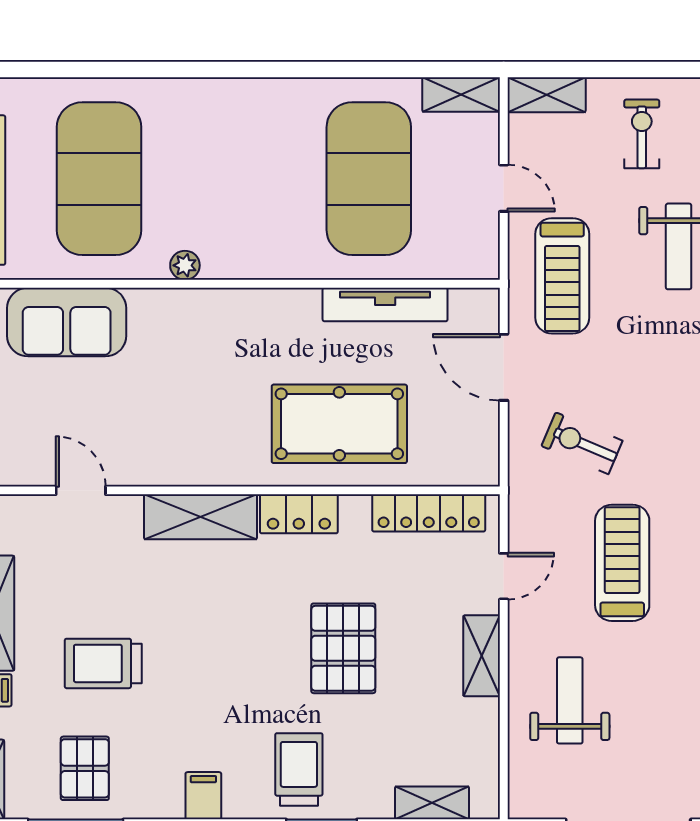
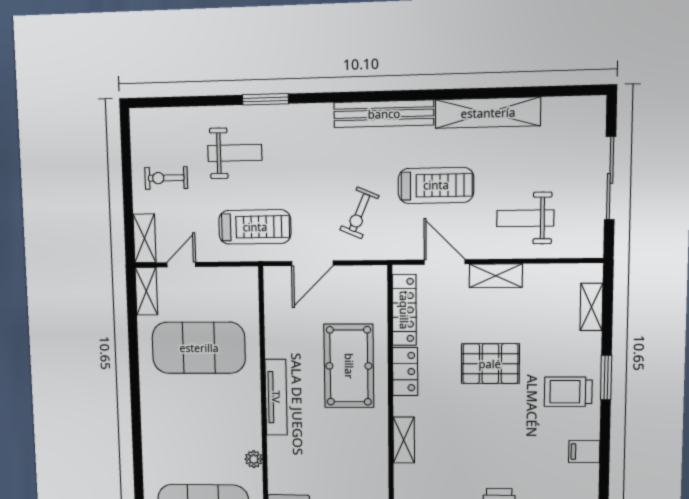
door: (504, 188) -> (181, 265), moved
tv unit: (385, 305) -> (276, 397), moved
locker: (299, 514) -> (405, 372), moved
shelving: (201, 517) -> (404, 440), width x0.67, depth x0.75
treadmill: (622, 563) -> (436, 185), turned 180
door: (504, 576) -> (445, 262), width x1.38

